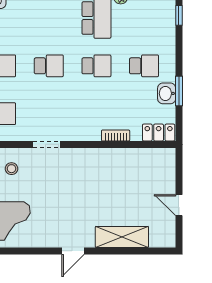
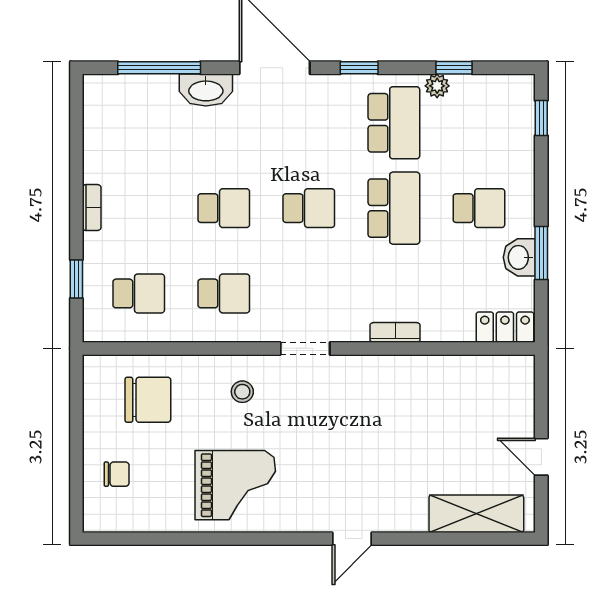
school desk: (96, 66) -> (394, 208), width x1.85
bookcase: (116, 135) -> (395, 332), moved
shelving: (122, 237) -> (476, 514), moved

